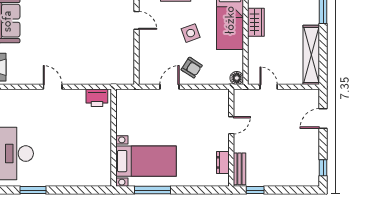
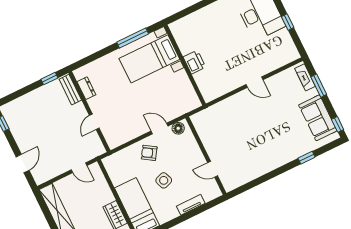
floor lamp: (237, 78) -> (178, 128), moved
door: (170, 87) -> (160, 129), swing flipped
printer: (97, 98) -> (194, 62), moved, turned 90

